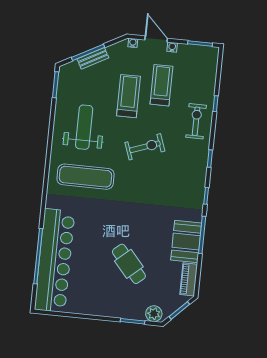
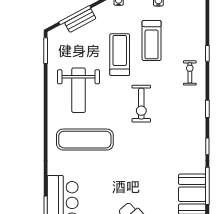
treadmill: (161, 85) -> (152, 40), turned 180
exercise bike: (196, 121) -> (190, 73), width x0.73, depth x0.72
weight bench: (84, 127) -> (79, 90), turned 180
exercise bike: (145, 147) -> (141, 104), turned 110

